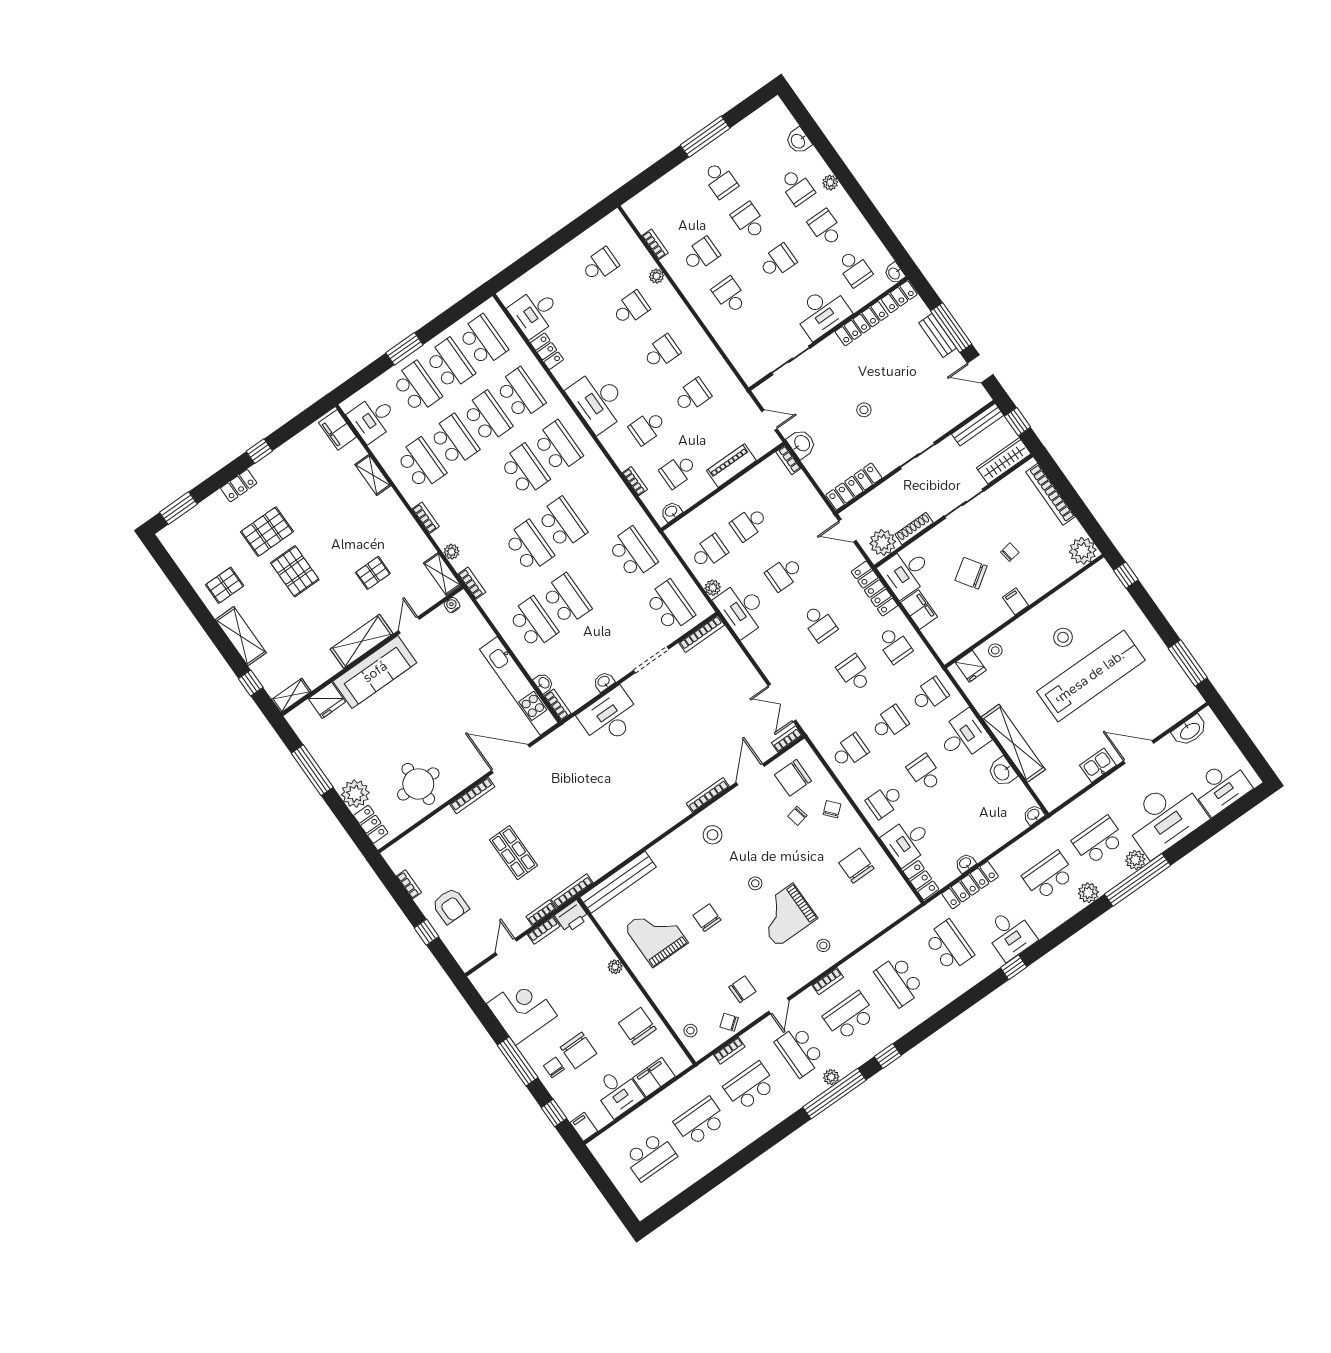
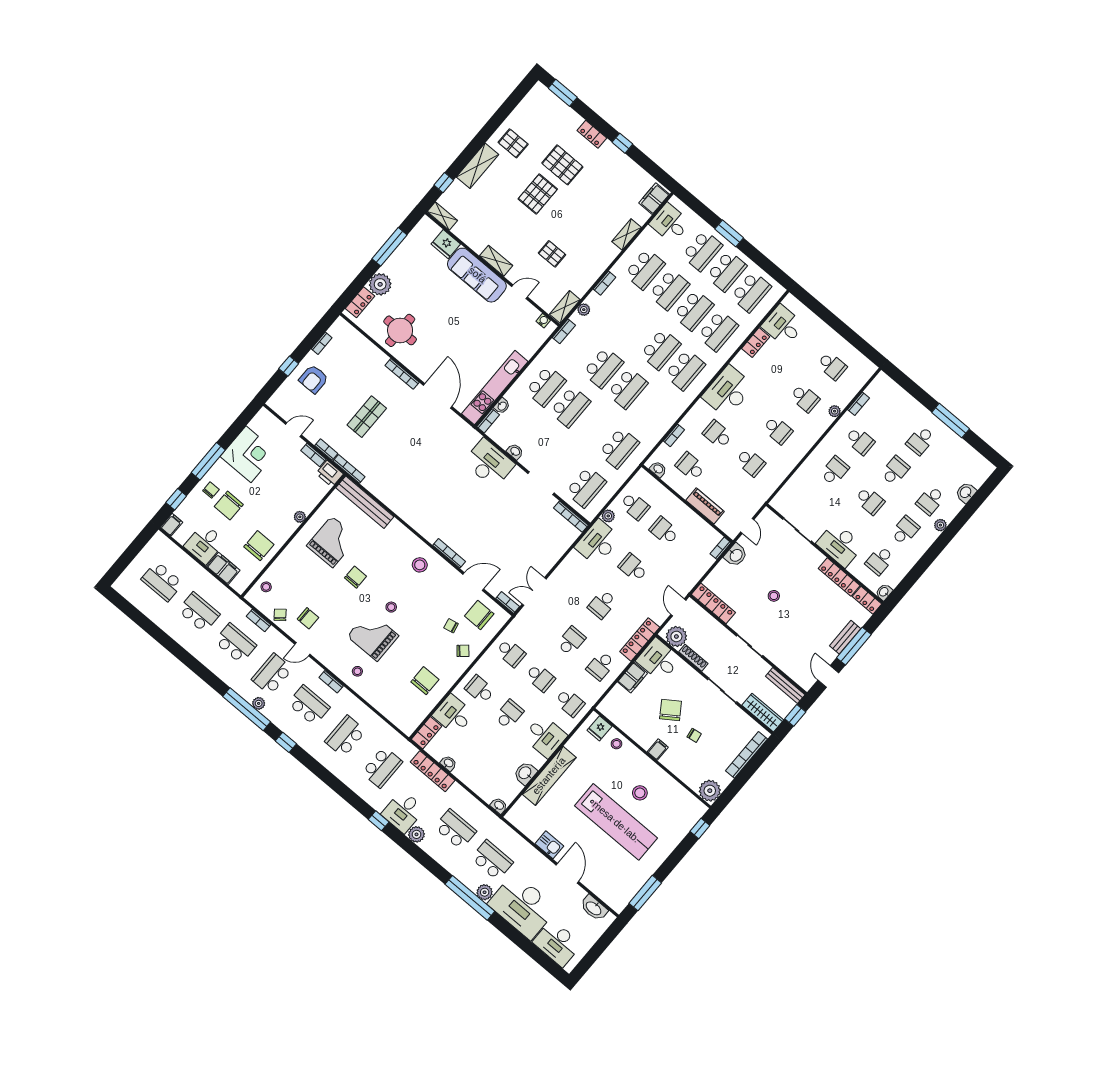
shelving: (362, 641) -> (496, 261), width x0.67, depth x0.75
plant: (1088, 893) -> (417, 834), moved

